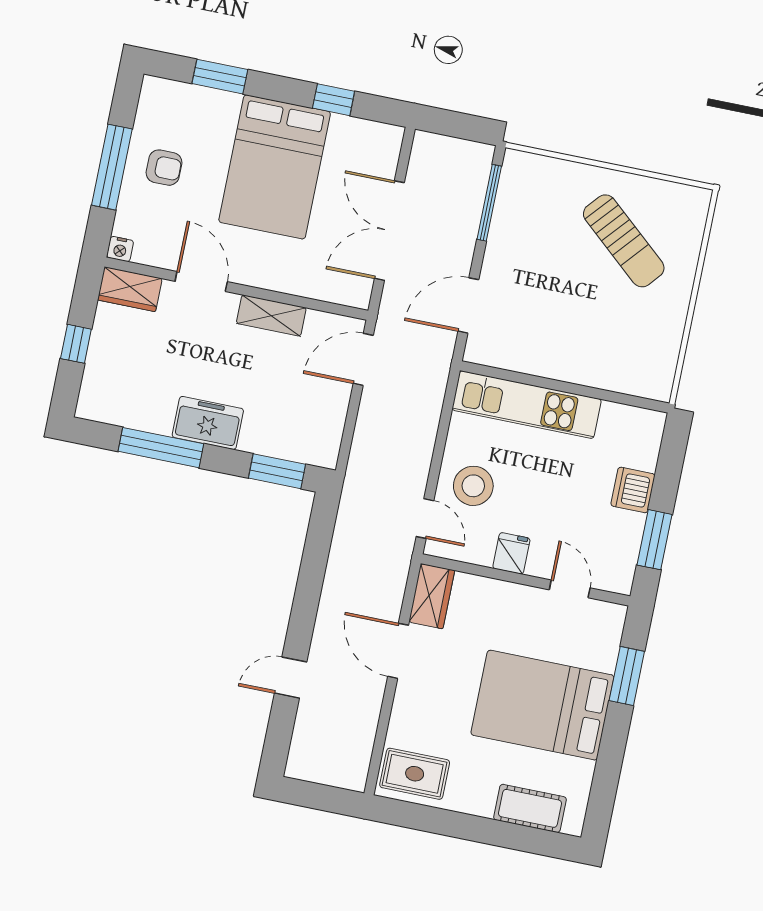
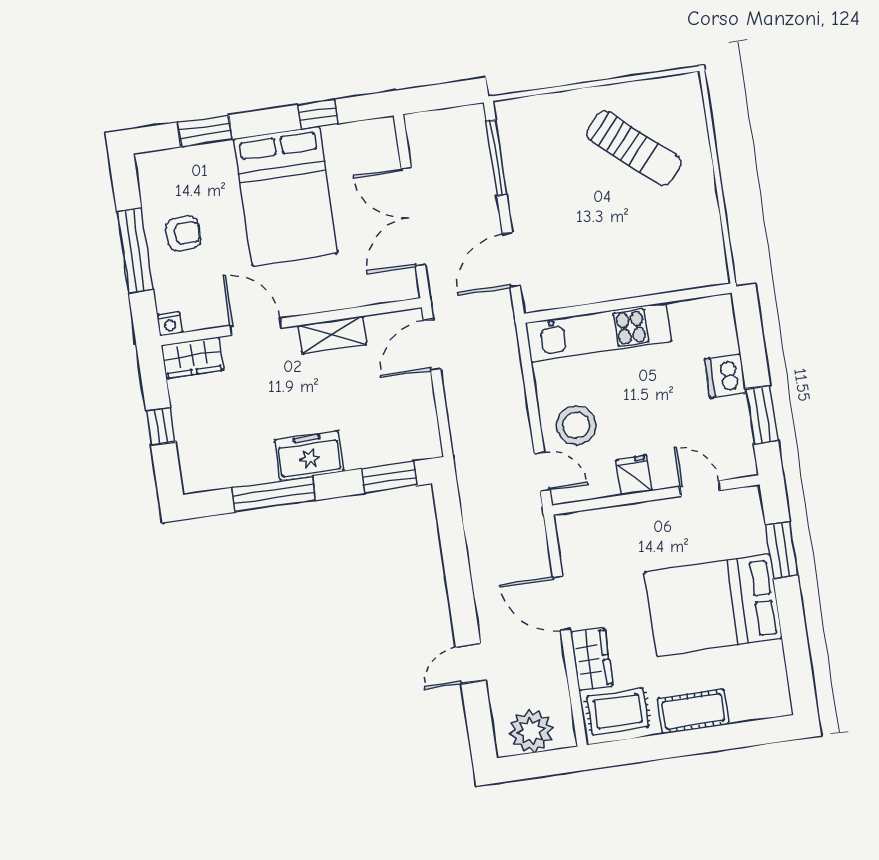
wardrobe: (432, 596) -> (592, 659), moved
plant: (325, 763) -> (531, 731), added
cot: (530, 808) -> (693, 711), moved

